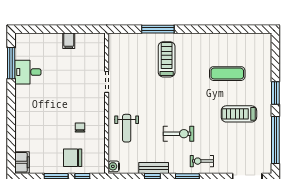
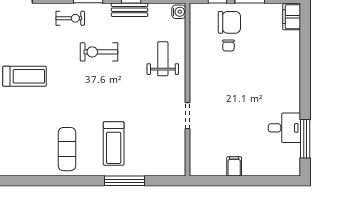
exercise mat: (227, 74) -> (67, 149), moved, turned 90
chair: (80, 128) -> (228, 46), moved

